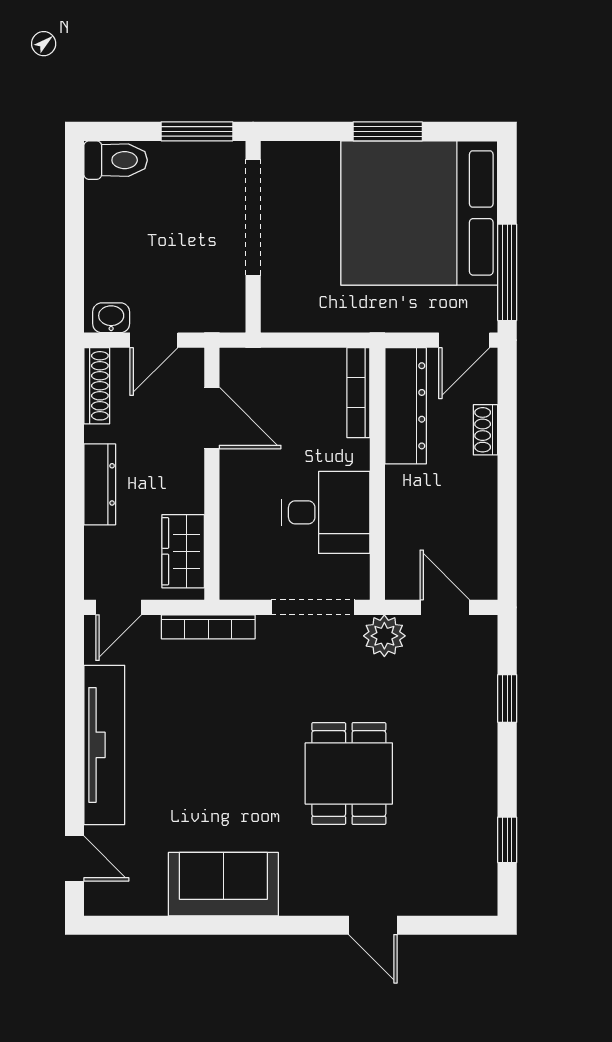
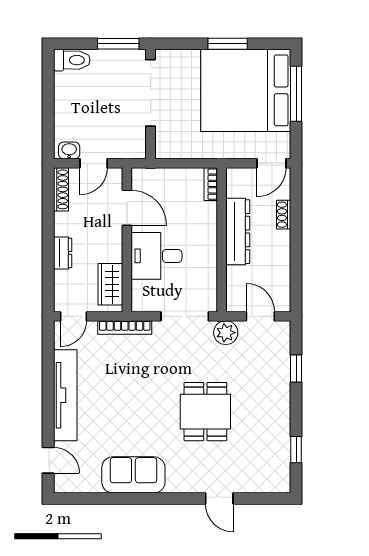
window: (507, 272) -> (296, 94), moved
bookcase: (358, 393) -> (211, 184), width x0.64
dresser: (406, 406) -> (238, 232), moved
dresser: (100, 484) -> (63, 253), width x0.70
desk: (326, 512) -> (156, 256), moved, turned 180

